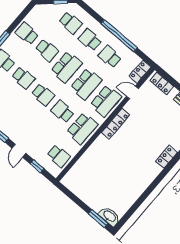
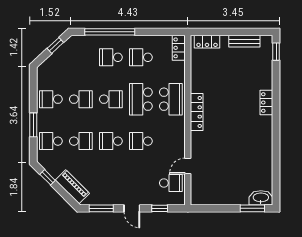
school desk: (70, 23) -> (81, 57), removed
window: (119, 36) -> (110, 32), moved
school desk: (66, 67) -> (111, 99), width x0.54
school desk: (86, 84) -> (141, 99), turned 180
door: (132, 92) -> (188, 166), moved
school desk: (43, 95) -> (111, 141), turned 180
school desk: (82, 128) -> (171, 141), removed

